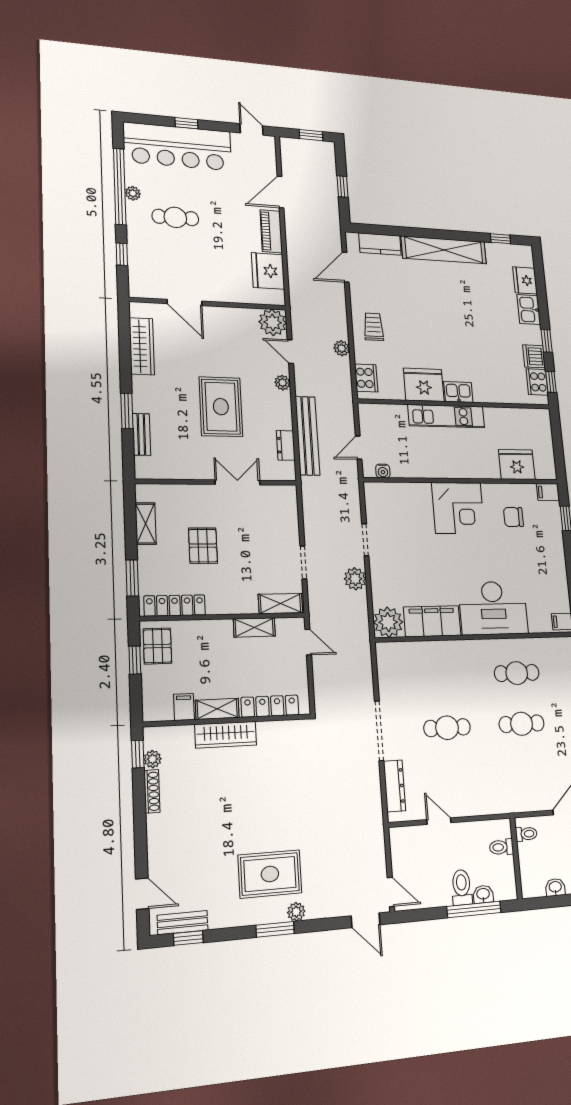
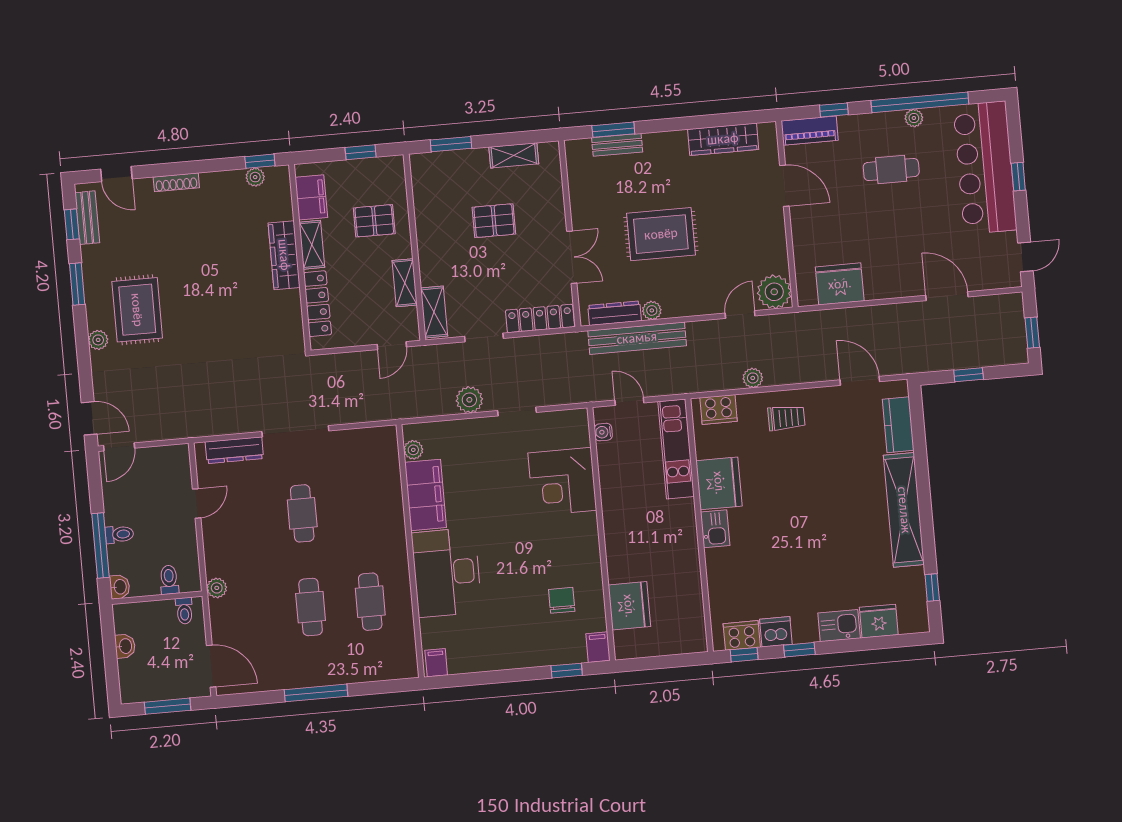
cafe table: (175, 217) -> (891, 169), turned 90
piano: (271, 231) -> (810, 131), moved, turned 180
door: (185, 302) -> (784, 186), swing flipped
plant: (282, 383) -> (652, 310), moved
window: (127, 411) -> (613, 130), moved
kitchen unit: (446, 416) -> (676, 449), moved
dresser: (286, 445) -> (615, 313), width x1.44
corner desk: (458, 508) -> (562, 482), moved
locker: (175, 605) -> (540, 318), moved, turned -90
plant: (388, 622) -> (413, 450), width x0.53, depth x0.53
pallet: (157, 646) -> (374, 221), moved
filing cabinet: (184, 707) -> (311, 197), width x2.00
shoe rack: (152, 791) -> (176, 182), moved
plant: (508, 805) -> (217, 588), added
toilet: (462, 887) -> (119, 534), width x0.73, depth x0.72
door: (142, 894) -> (116, 174), hinge flipped
washbasin: (483, 894) -> (120, 587), moved
door: (366, 920) -> (89, 418), swing flipped
window: (275, 929) -> (77, 284), moved

